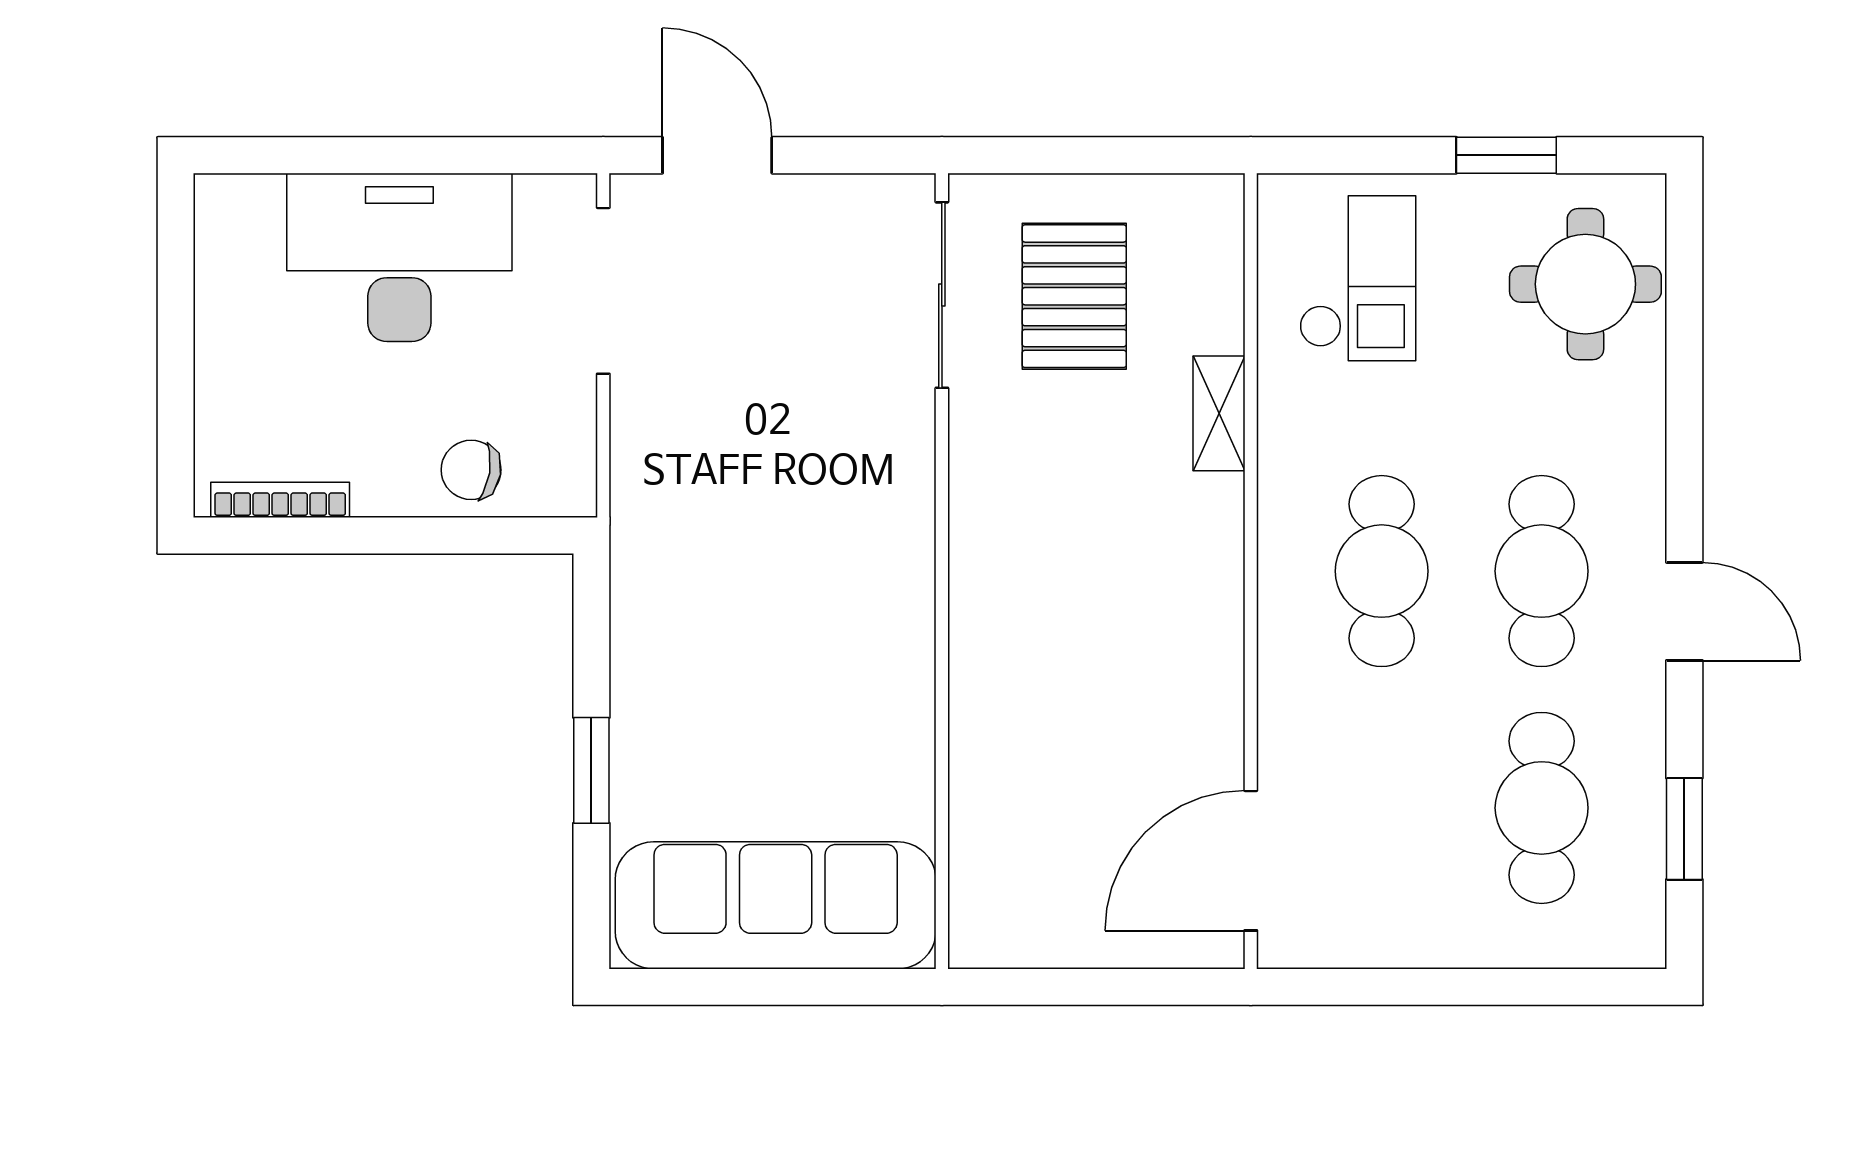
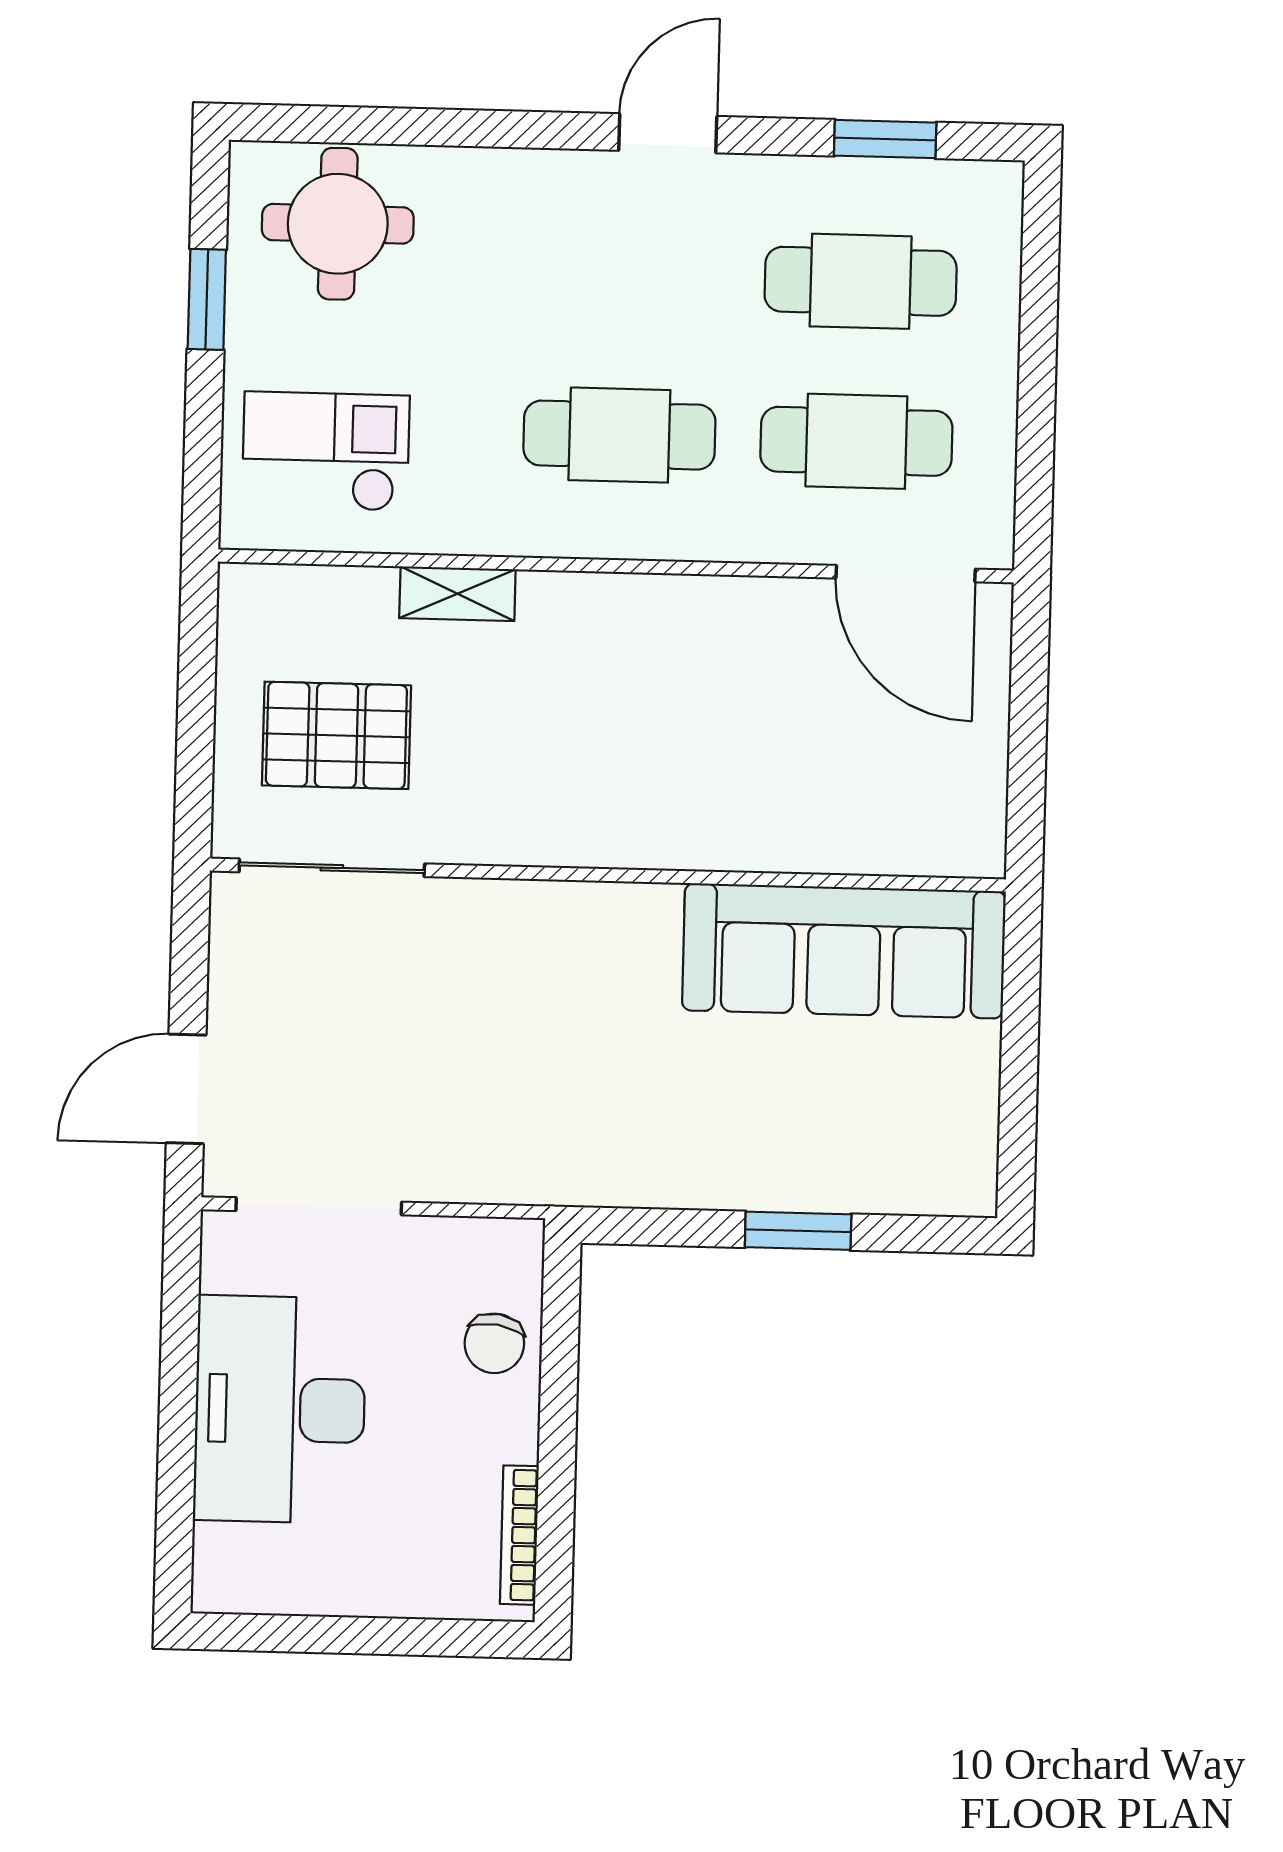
cafe table: (1542, 571) -> (856, 441), moved
sofa: (776, 905) -> (844, 951), moved, turned -90

